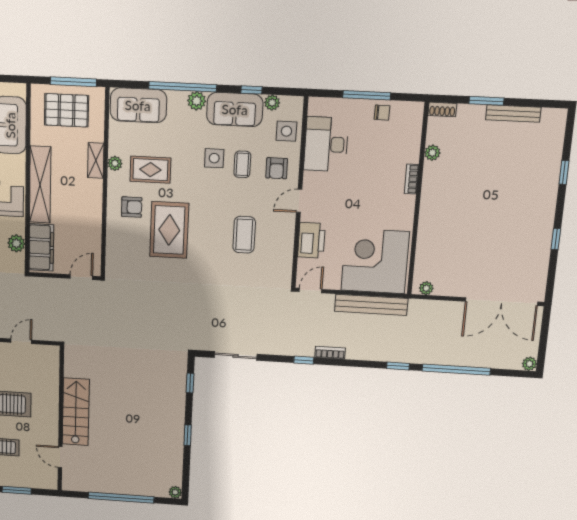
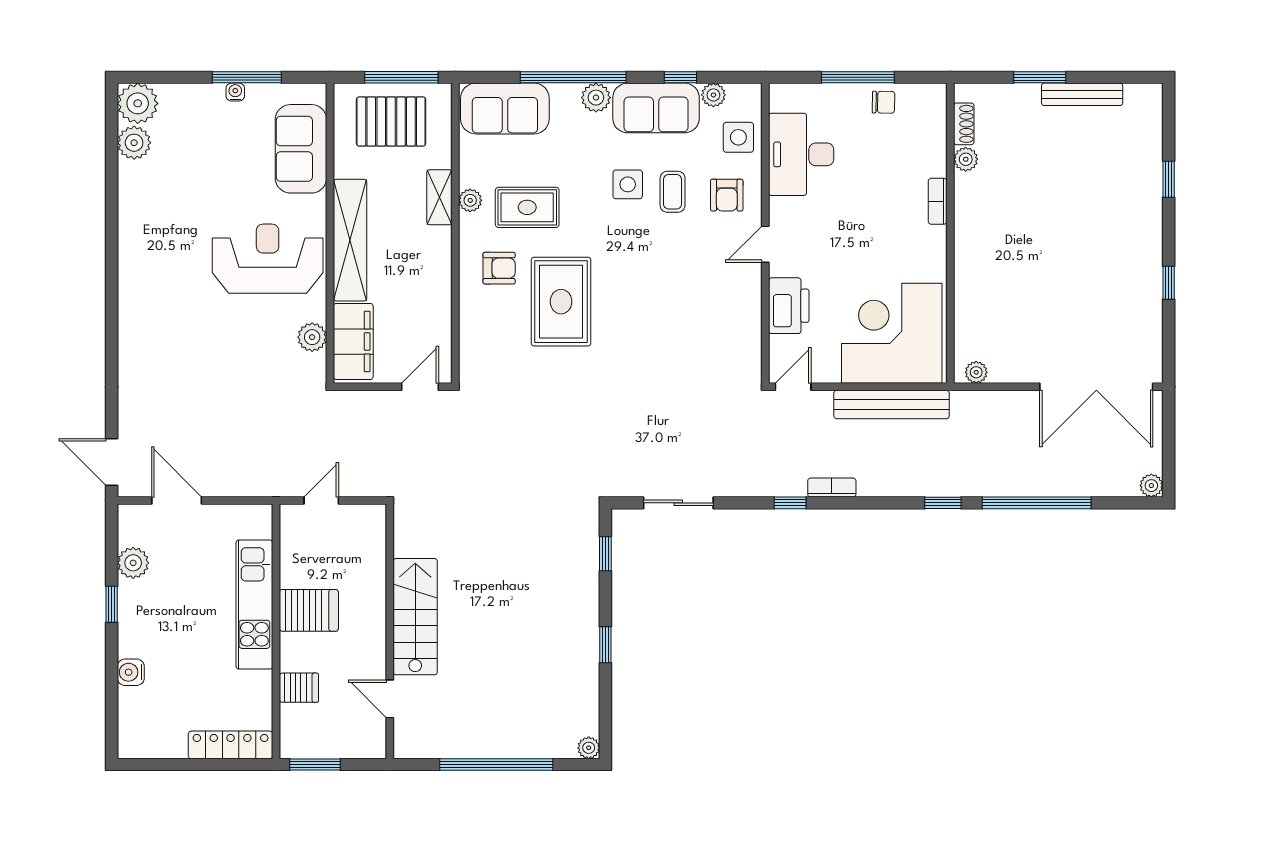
shoe rack: (442, 109) -> (964, 124), moved, turned -90
coffee table: (244, 235) -> (681, 303), removed

